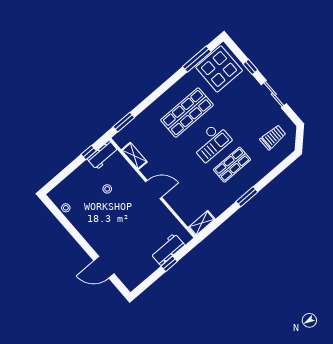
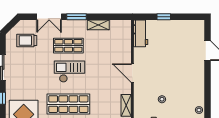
double door: (271, 176) -> (49, 17), added
shelving: (202, 223) -> (98, 25), moved
workbench: (168, 249) -> (141, 33), moved, turned -90

